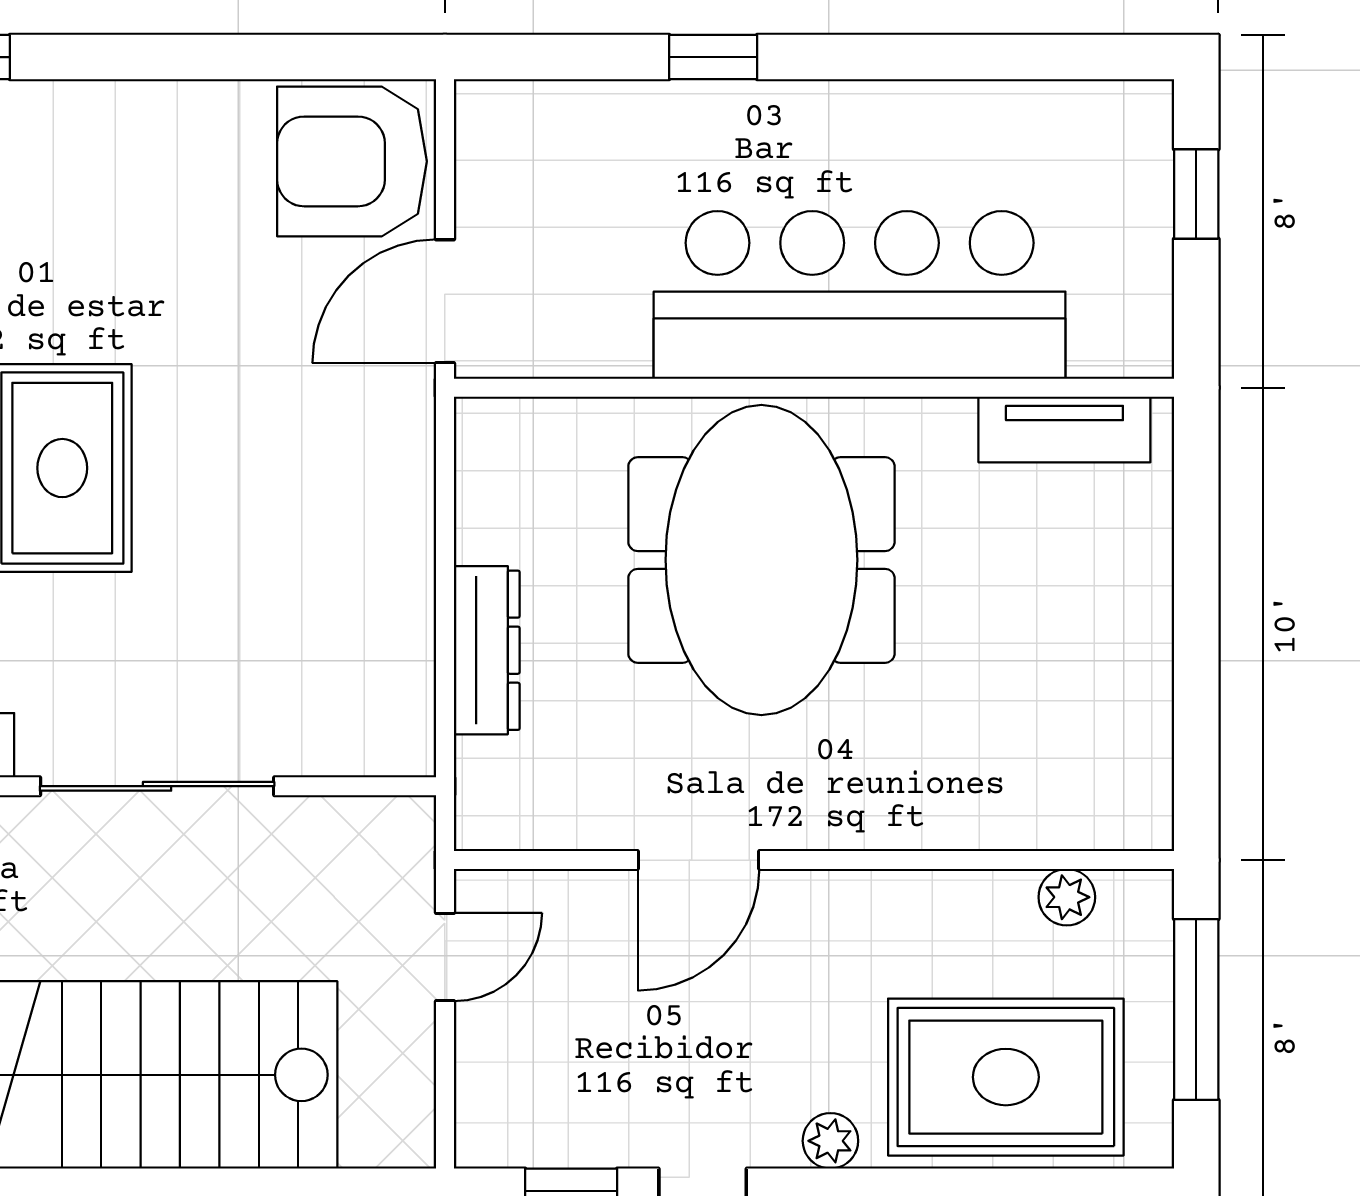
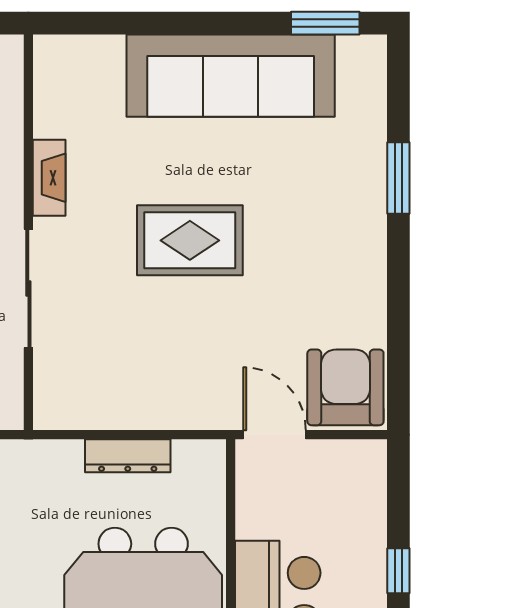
dresser: (487, 650) -> (128, 456), moved

